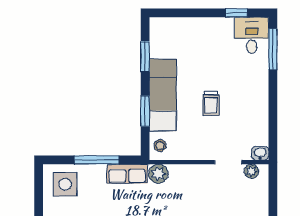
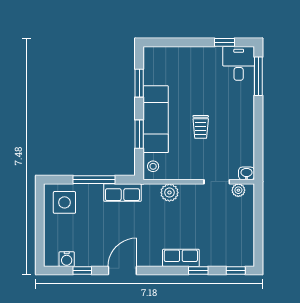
plant: (158, 174) -> (169, 193), moved

